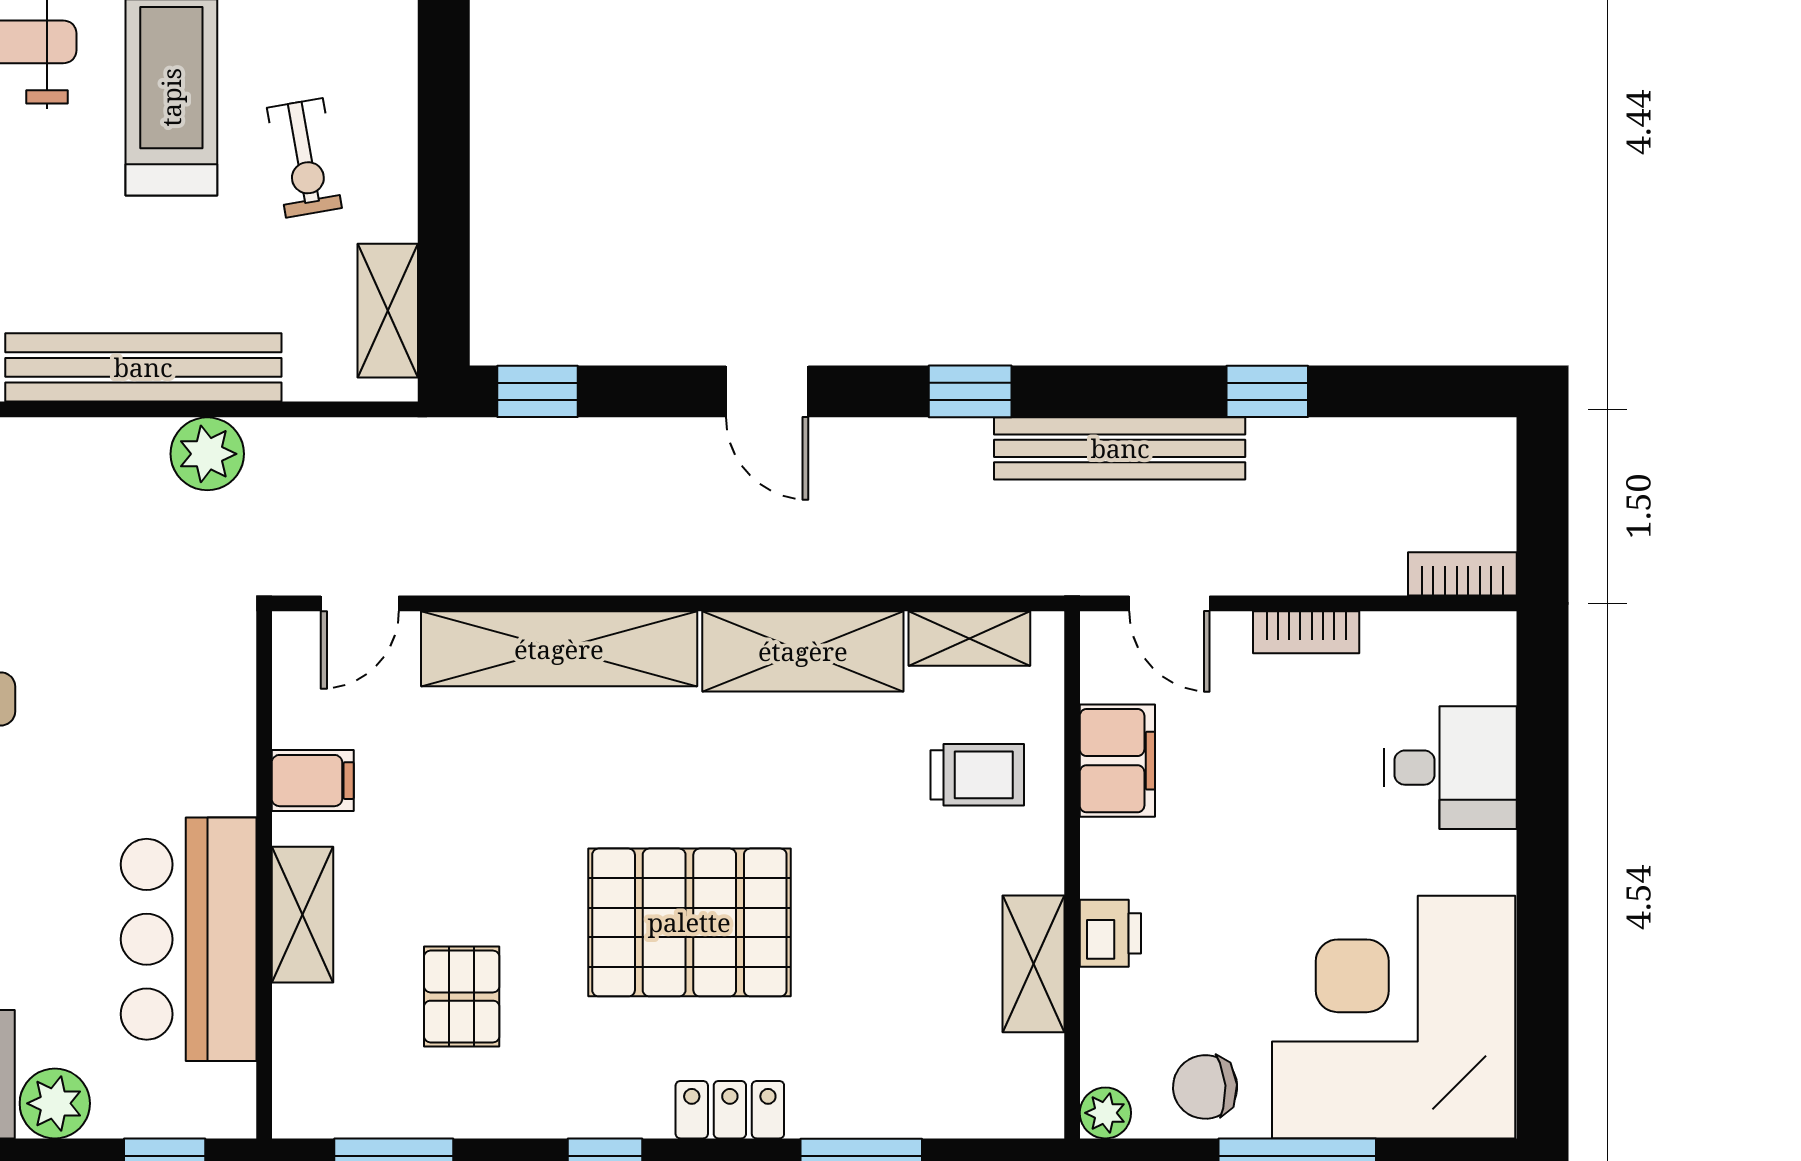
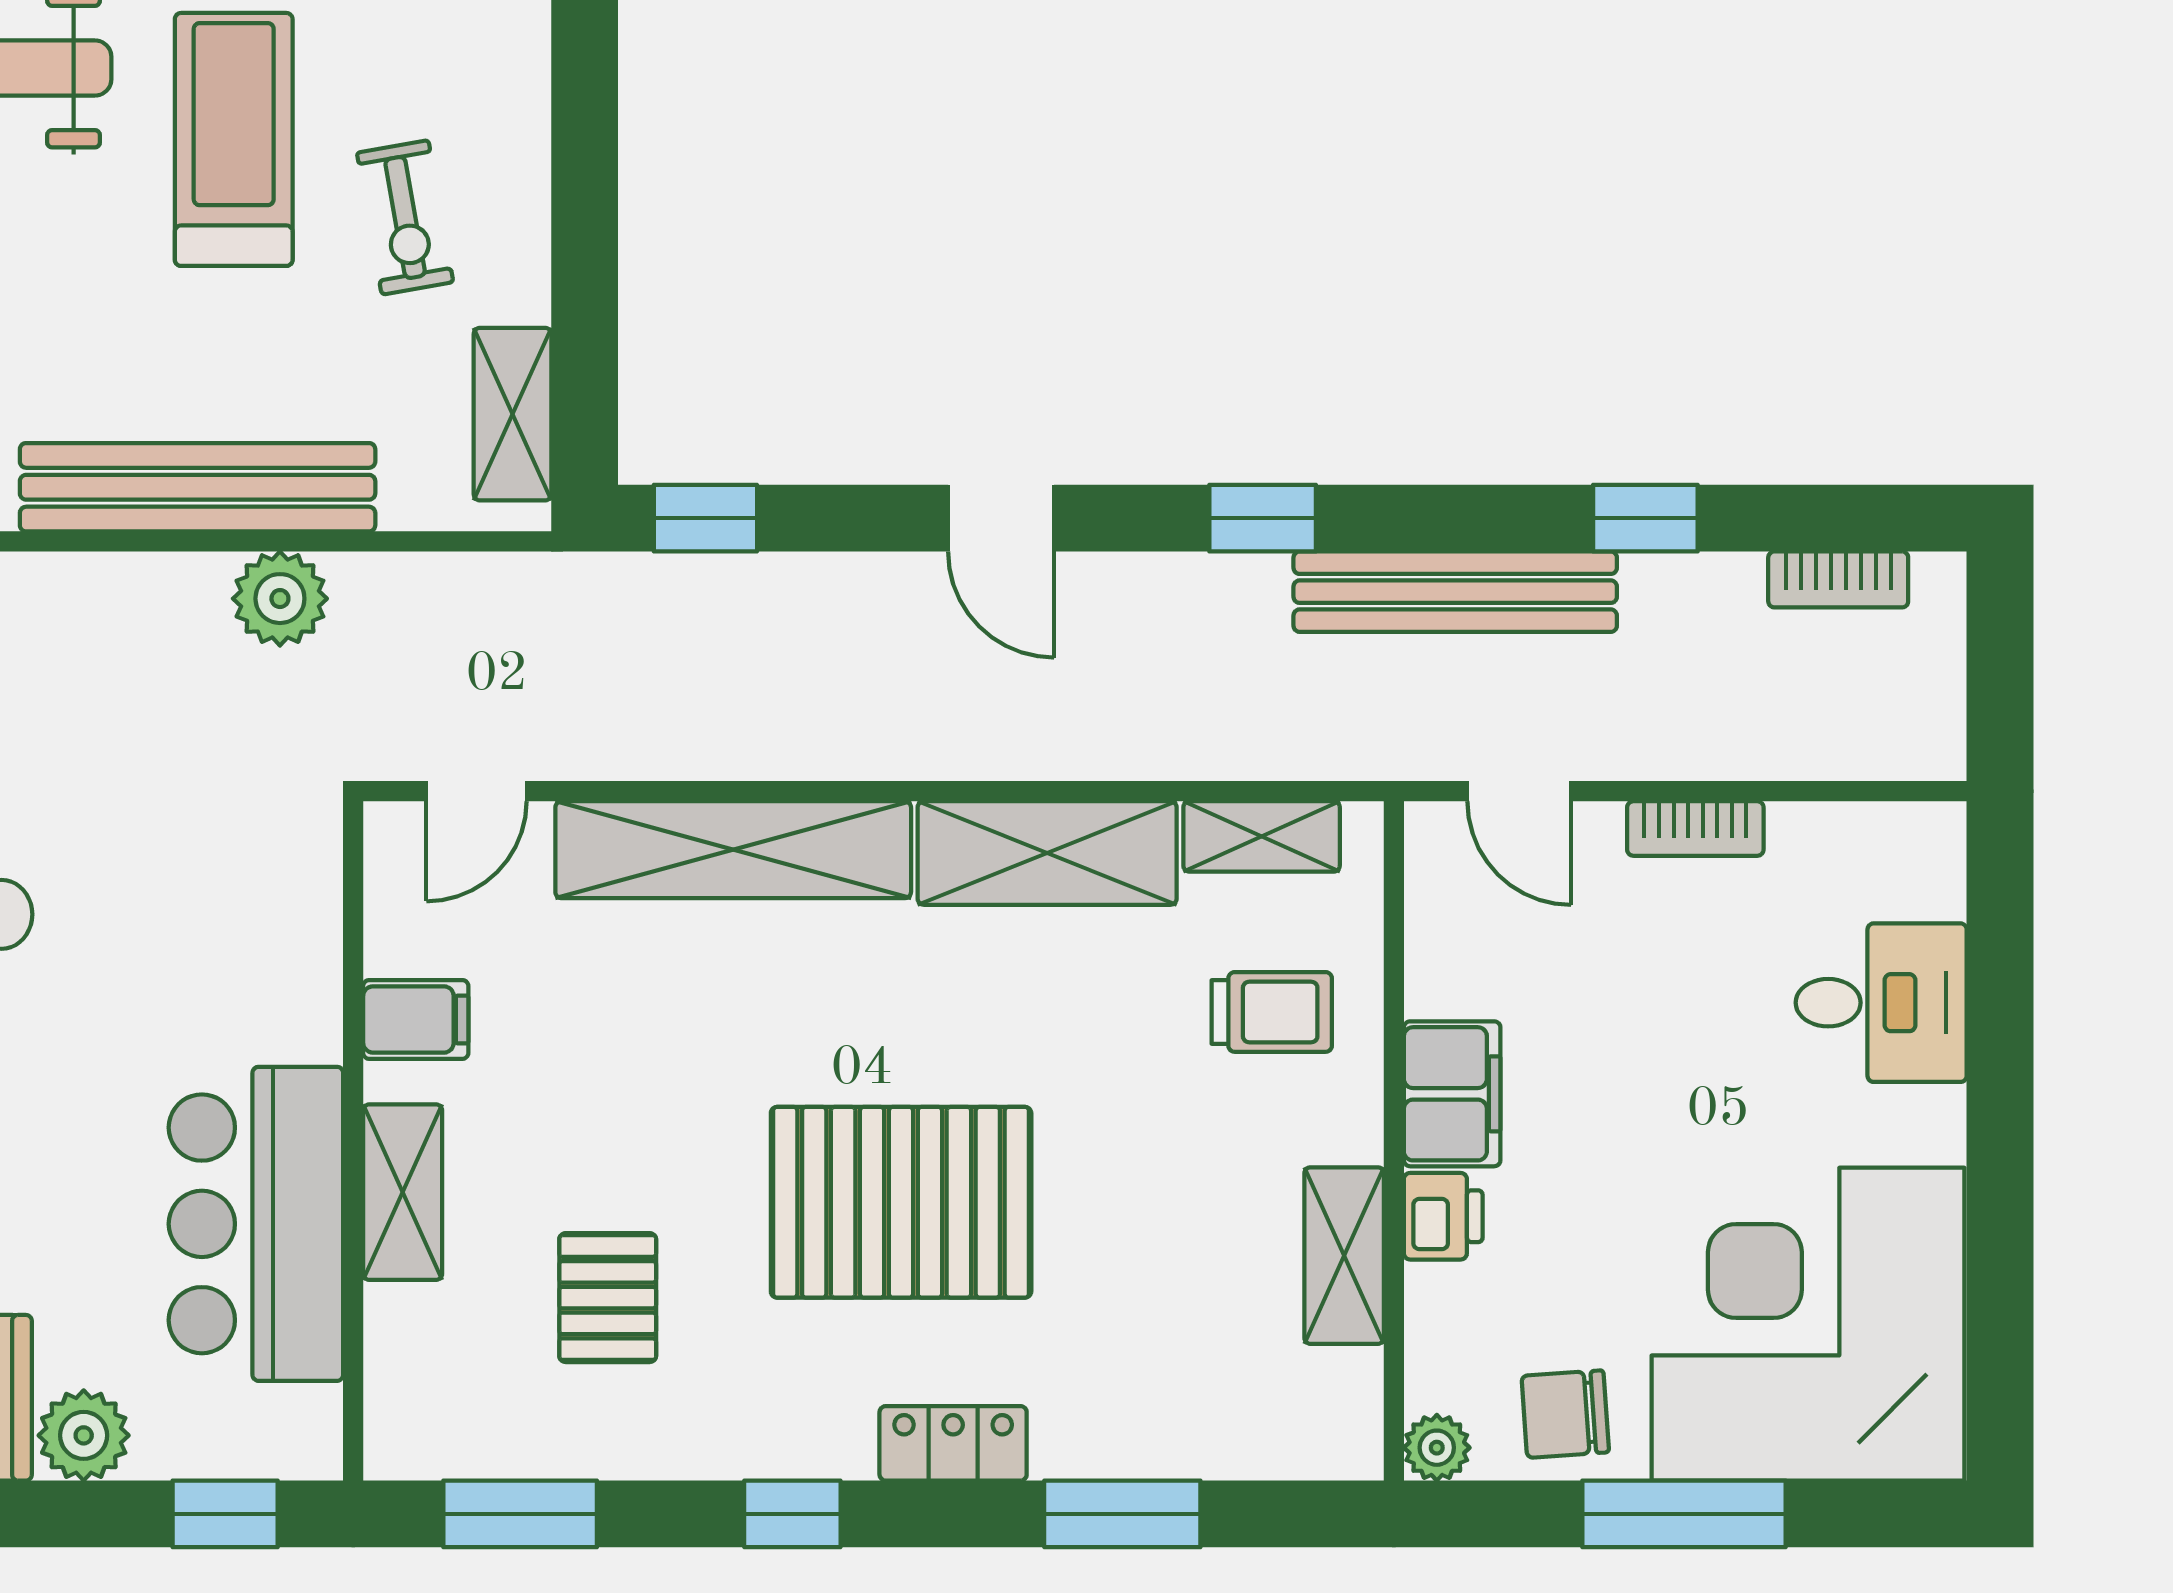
bookcase: (1462, 574) -> (1838, 579), moved, turned 180
filing cabinet: (1117, 761) -> (1452, 1094), moved

